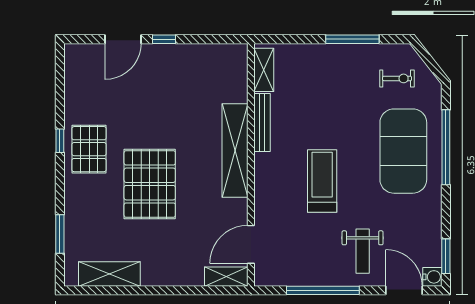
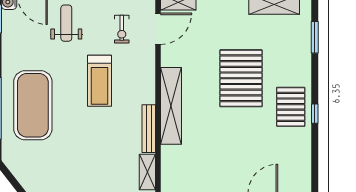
exercise bike: (397, 78) -> (122, 29), moved, turned -90

